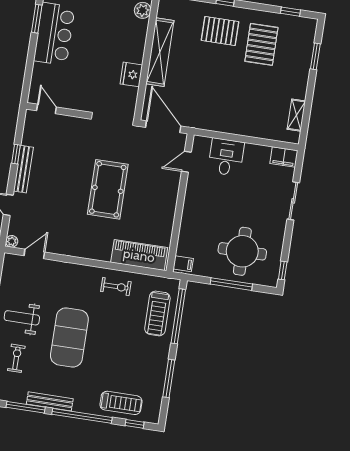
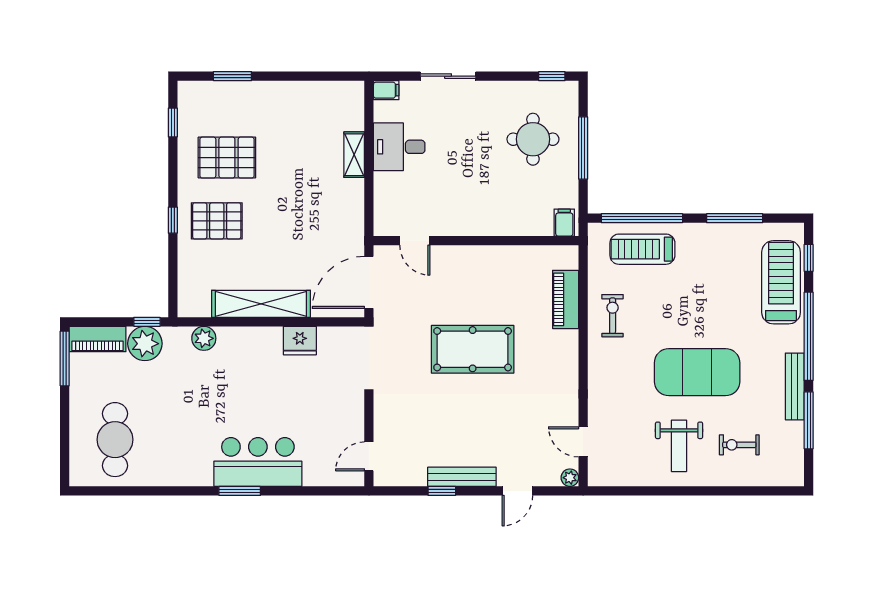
pallet: (220, 31) -> (217, 221), turned 90
shelving: (296, 115) -> (354, 155), moved, turned 90
desk: (226, 157) -> (399, 147), moved
filing cabinet: (284, 157) -> (386, 90), width x0.50
round table: (242, 251) -> (533, 139), width x0.73, depth x0.73
piano: (139, 255) -> (566, 299), width x0.73, depth x0.75
treadmill: (157, 313) -> (642, 249), turned 180
treadmill: (121, 403) -> (781, 282), width x1.37, depth x1.37

